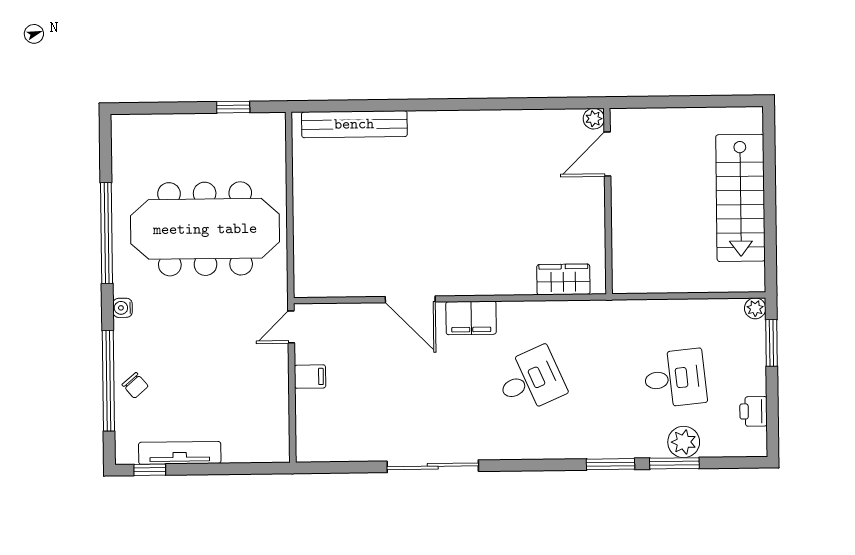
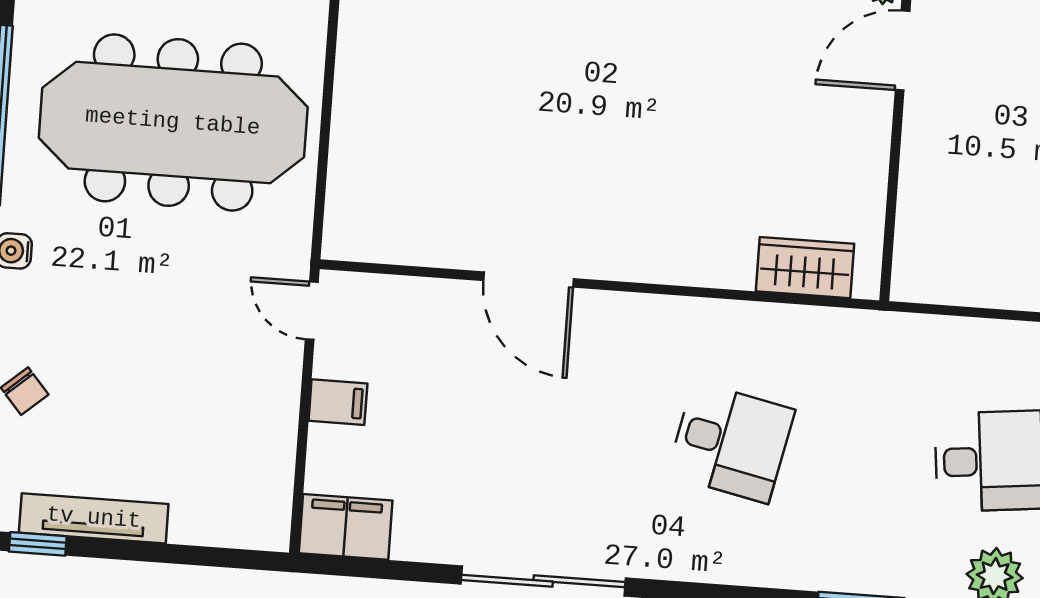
filing cabinet: (471, 318) -> (346, 527), moved, turned 180
door: (291, 327) -> (312, 311), hinge flipped
desk: (531, 380) -> (731, 442), turned 36

